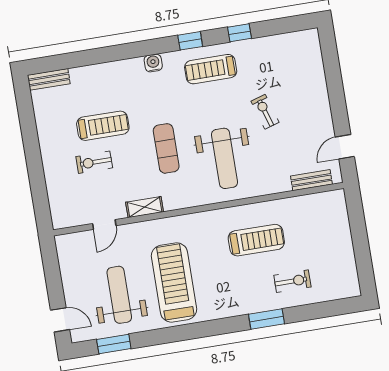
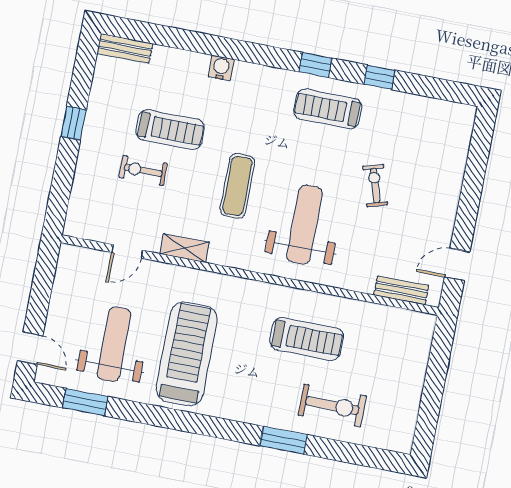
water cooler: (153, 63) -> (221, 68), moved
window: (32, 147) -> (73, 123), added
weight bench: (225, 158) -> (305, 224), turned 180
exercise bike: (292, 281) -> (332, 406), width x1.38, depth x1.39

